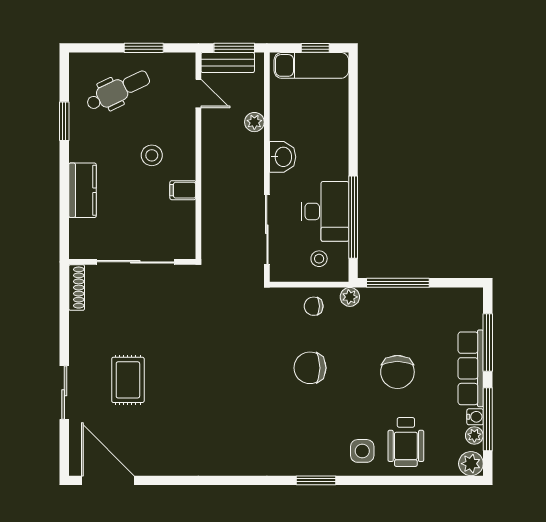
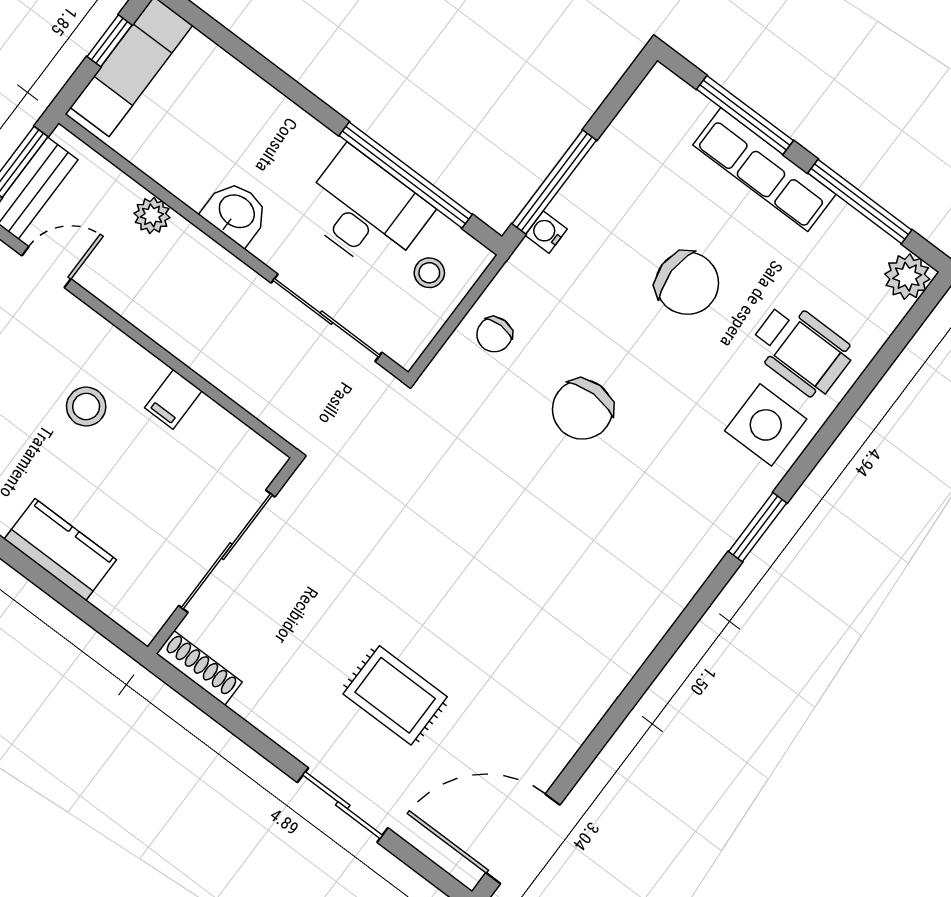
plant: (350, 297) -> (521, 270), removed
water cooler: (475, 417) -> (546, 232), moved, turned -90
plant: (474, 435) -> (869, 240), removed
side table: (362, 451) -> (766, 425), width x1.37, depth x1.37

